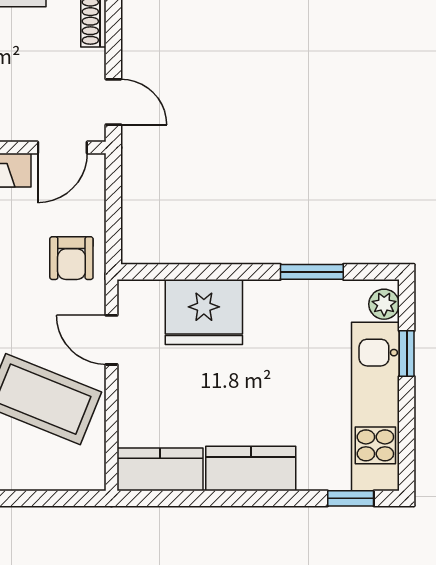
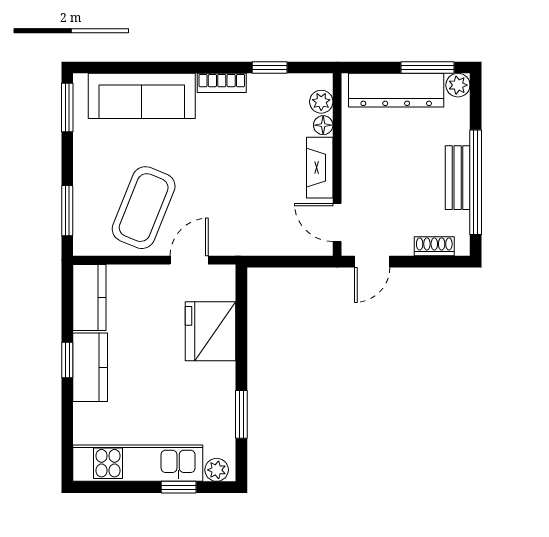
armchair: (71, 258) -> (252, 229), removed
window: (47, 498) -> (67, 211), added
window: (351, 498) -> (67, 360), moved

